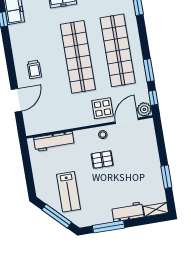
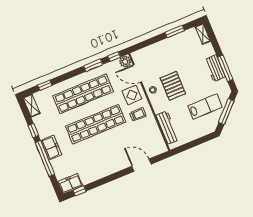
trolley: (34, 69) -> (138, 114), moved
pallet: (102, 160) -> (173, 86), width x1.50, depth x1.42
workbench: (128, 212) -> (215, 68), moved

